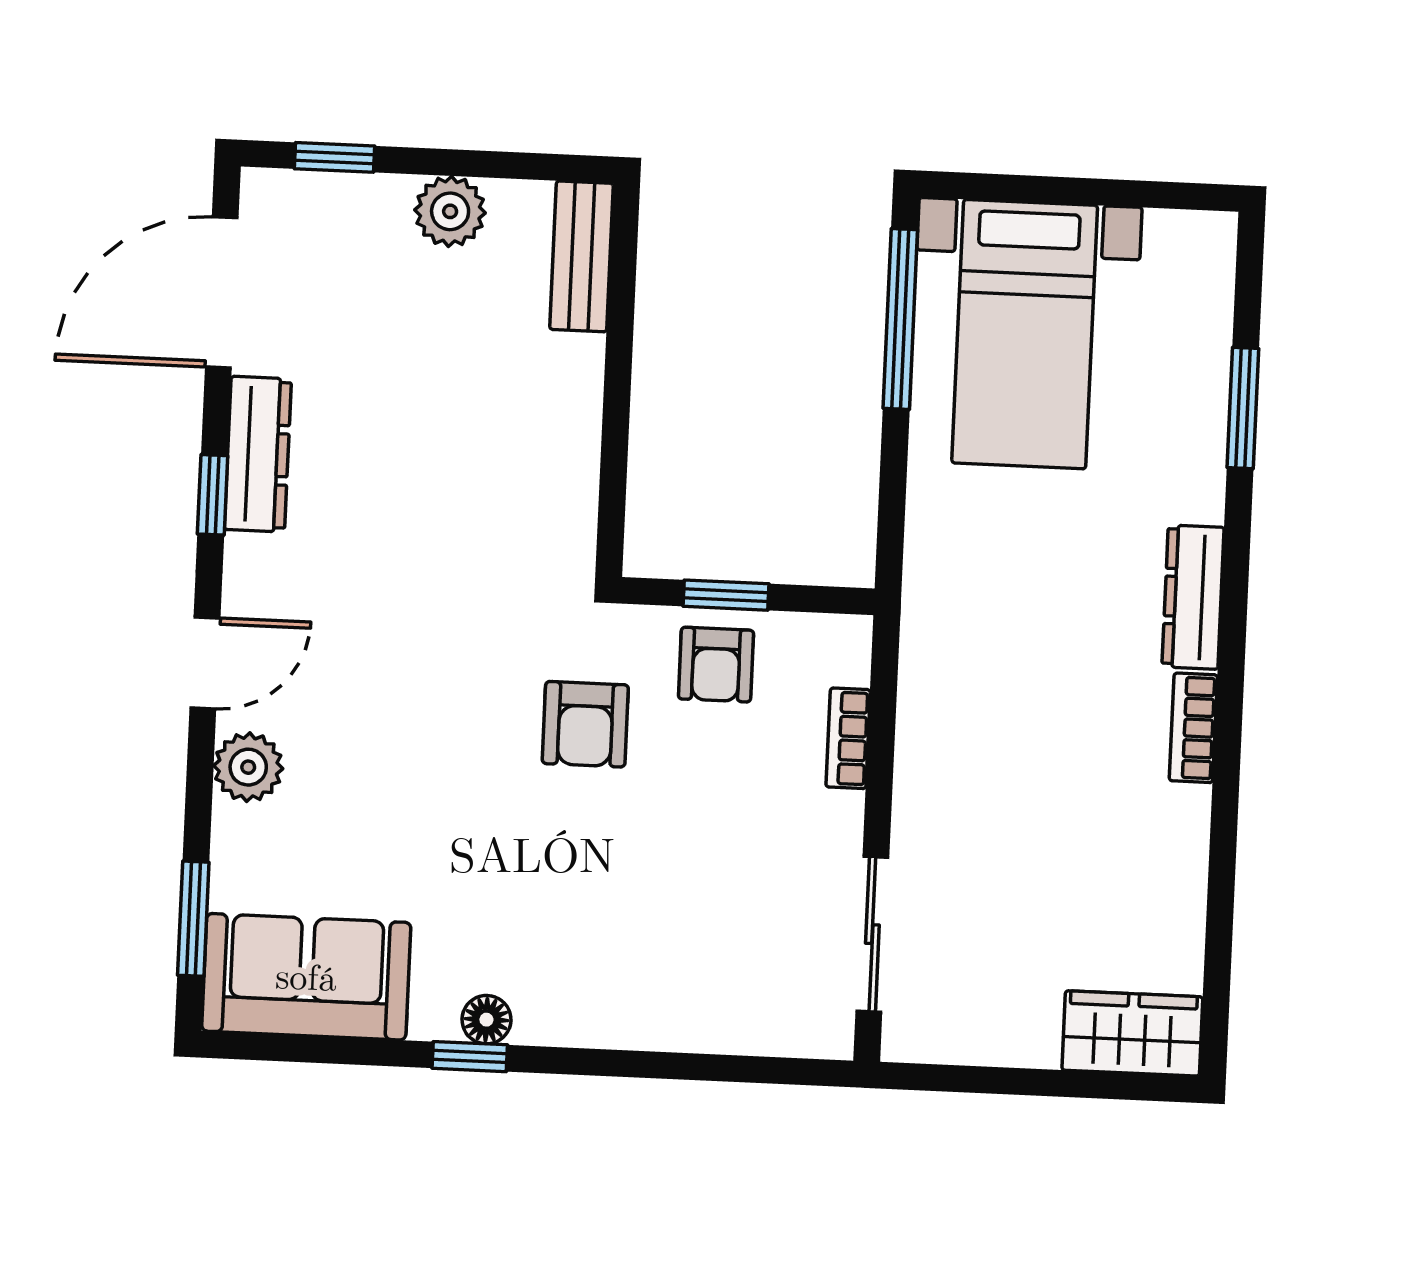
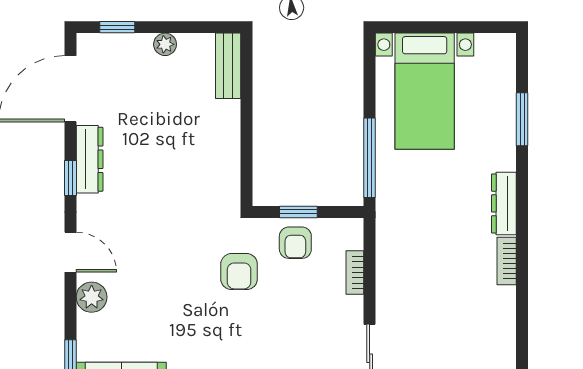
plant: (450, 211) -> (165, 44), width x0.73, depth x0.73
window: (900, 319) -> (370, 158), moved
door: (205, 663) -> (70, 252), hinge flipped

